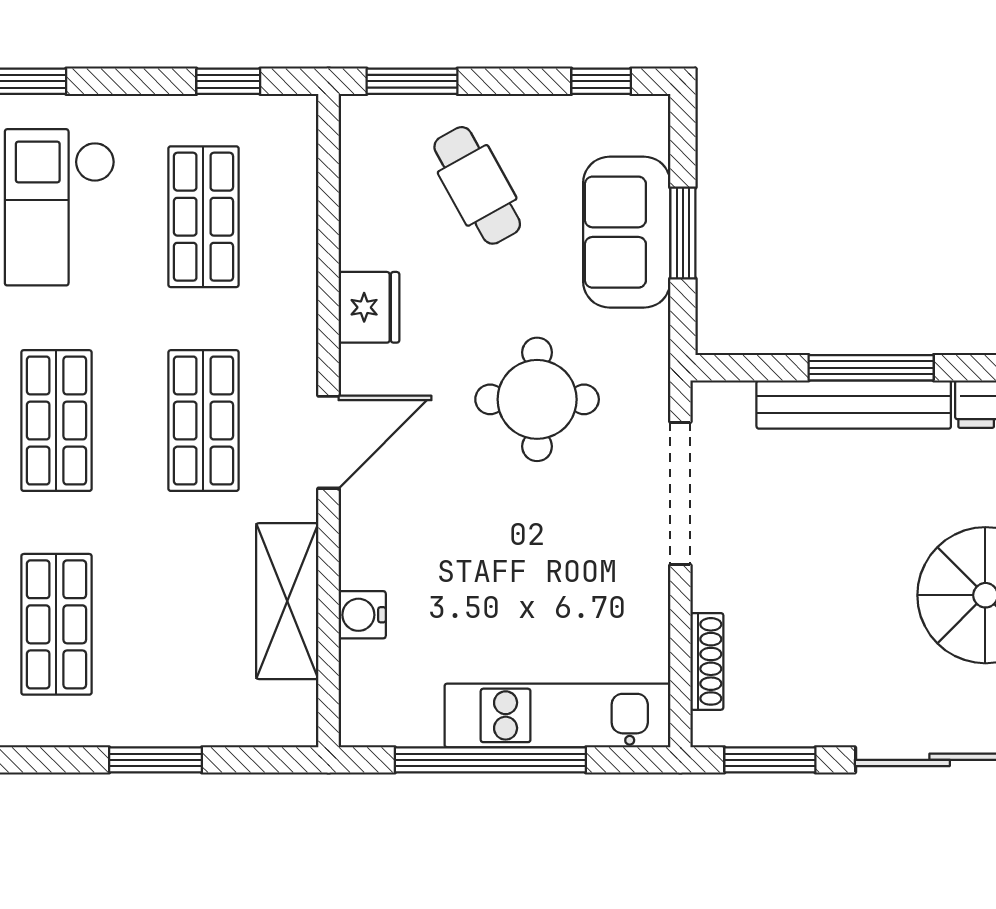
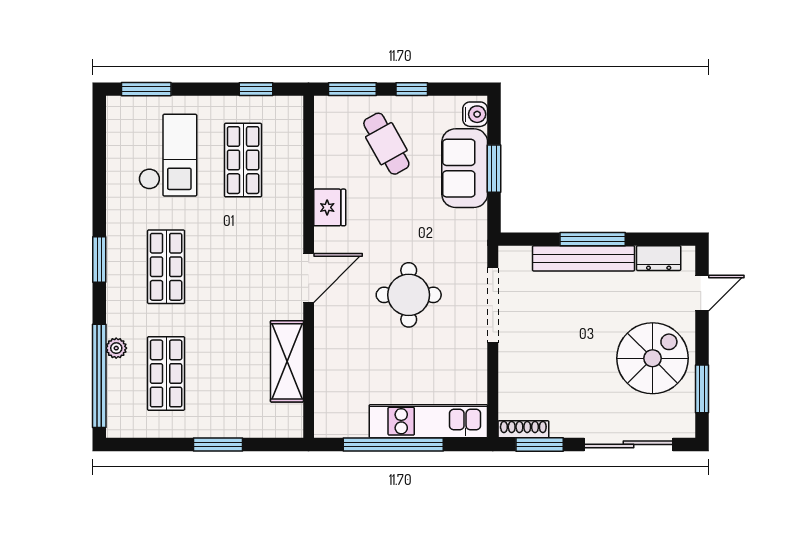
window: (601, 81) -> (412, 89), moved
checkout: (60, 207) -> (168, 155), turned 180
round table: (537, 399) -> (409, 295), moved
shop shelf: (203, 421) -> (243, 267), removed
water cooler: (362, 615) -> (475, 114), moved, turned 180
shoe rack: (707, 661) -> (523, 429), moved, turned -90

